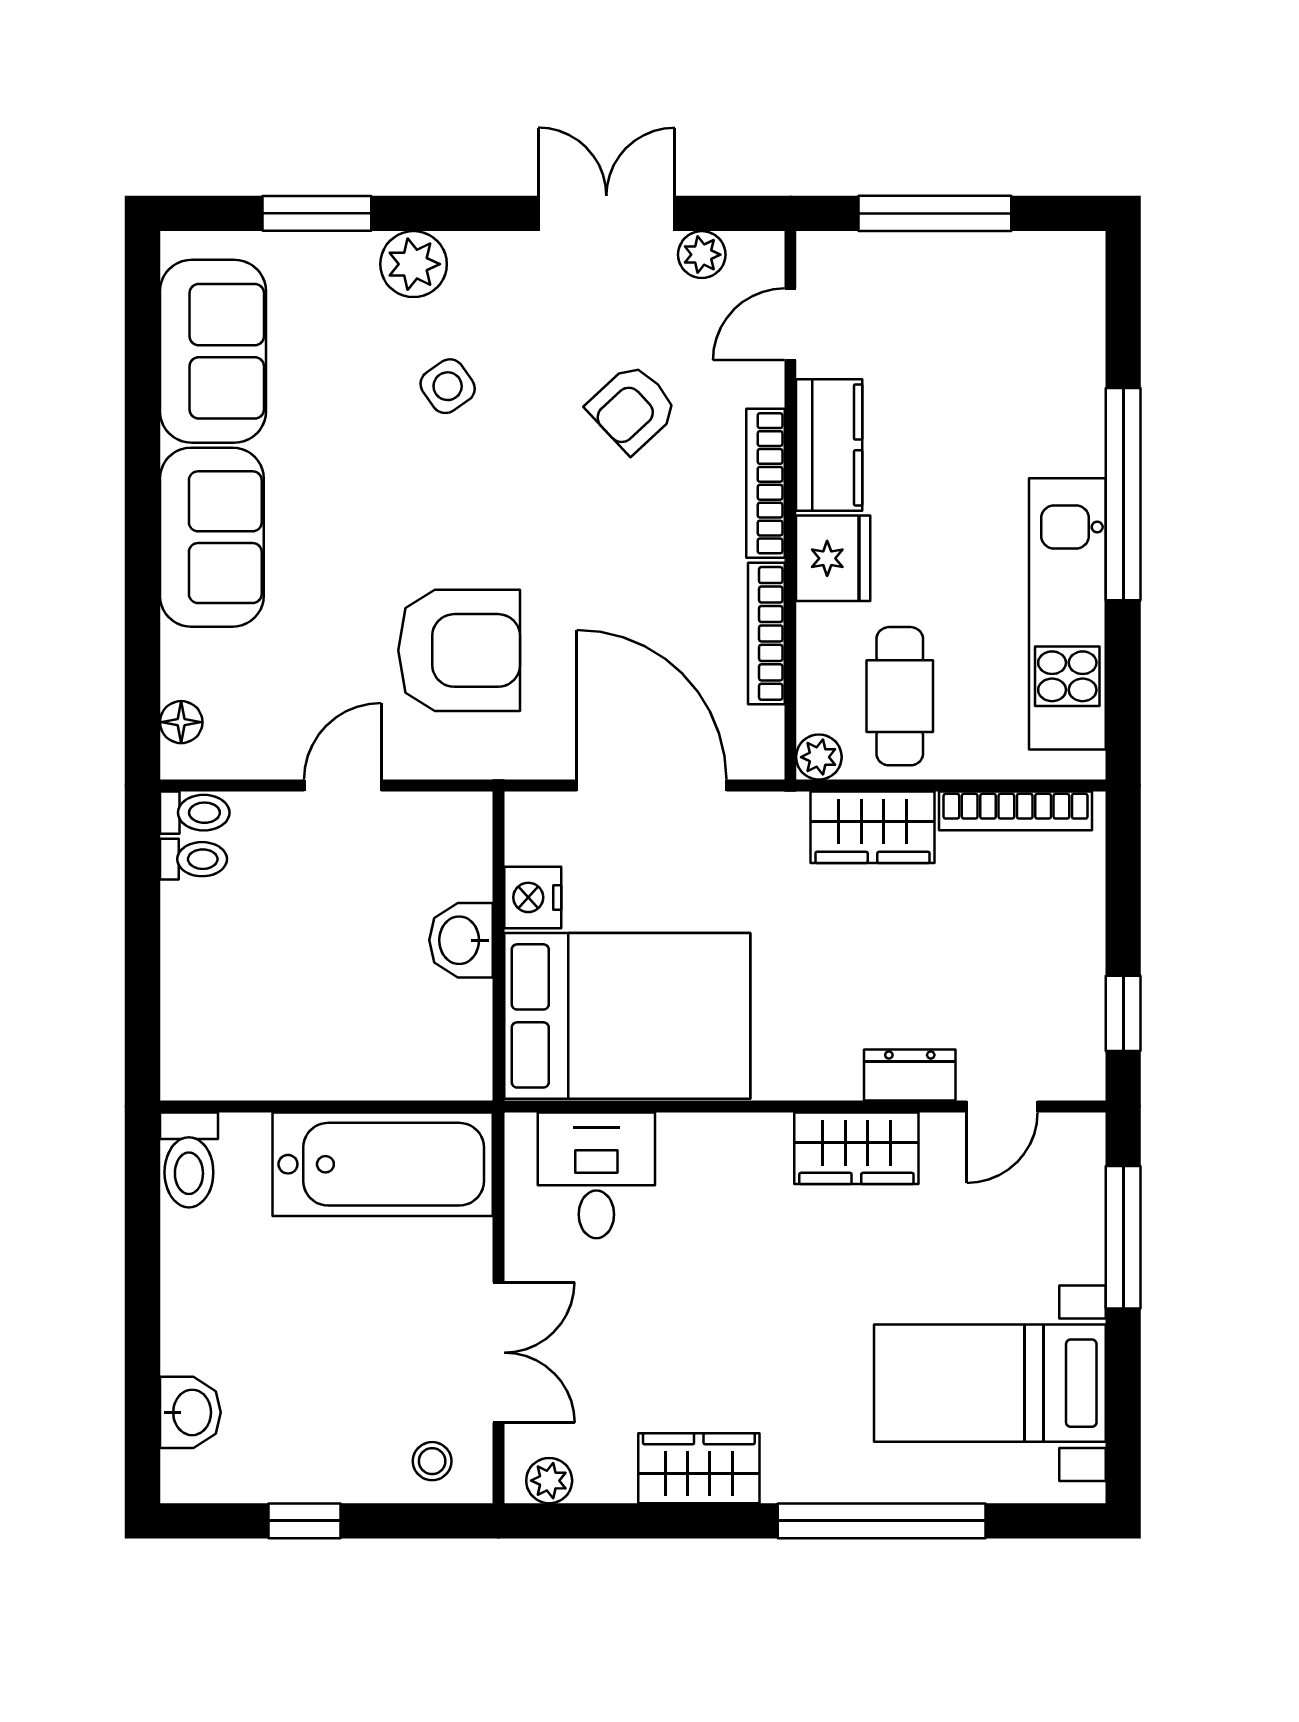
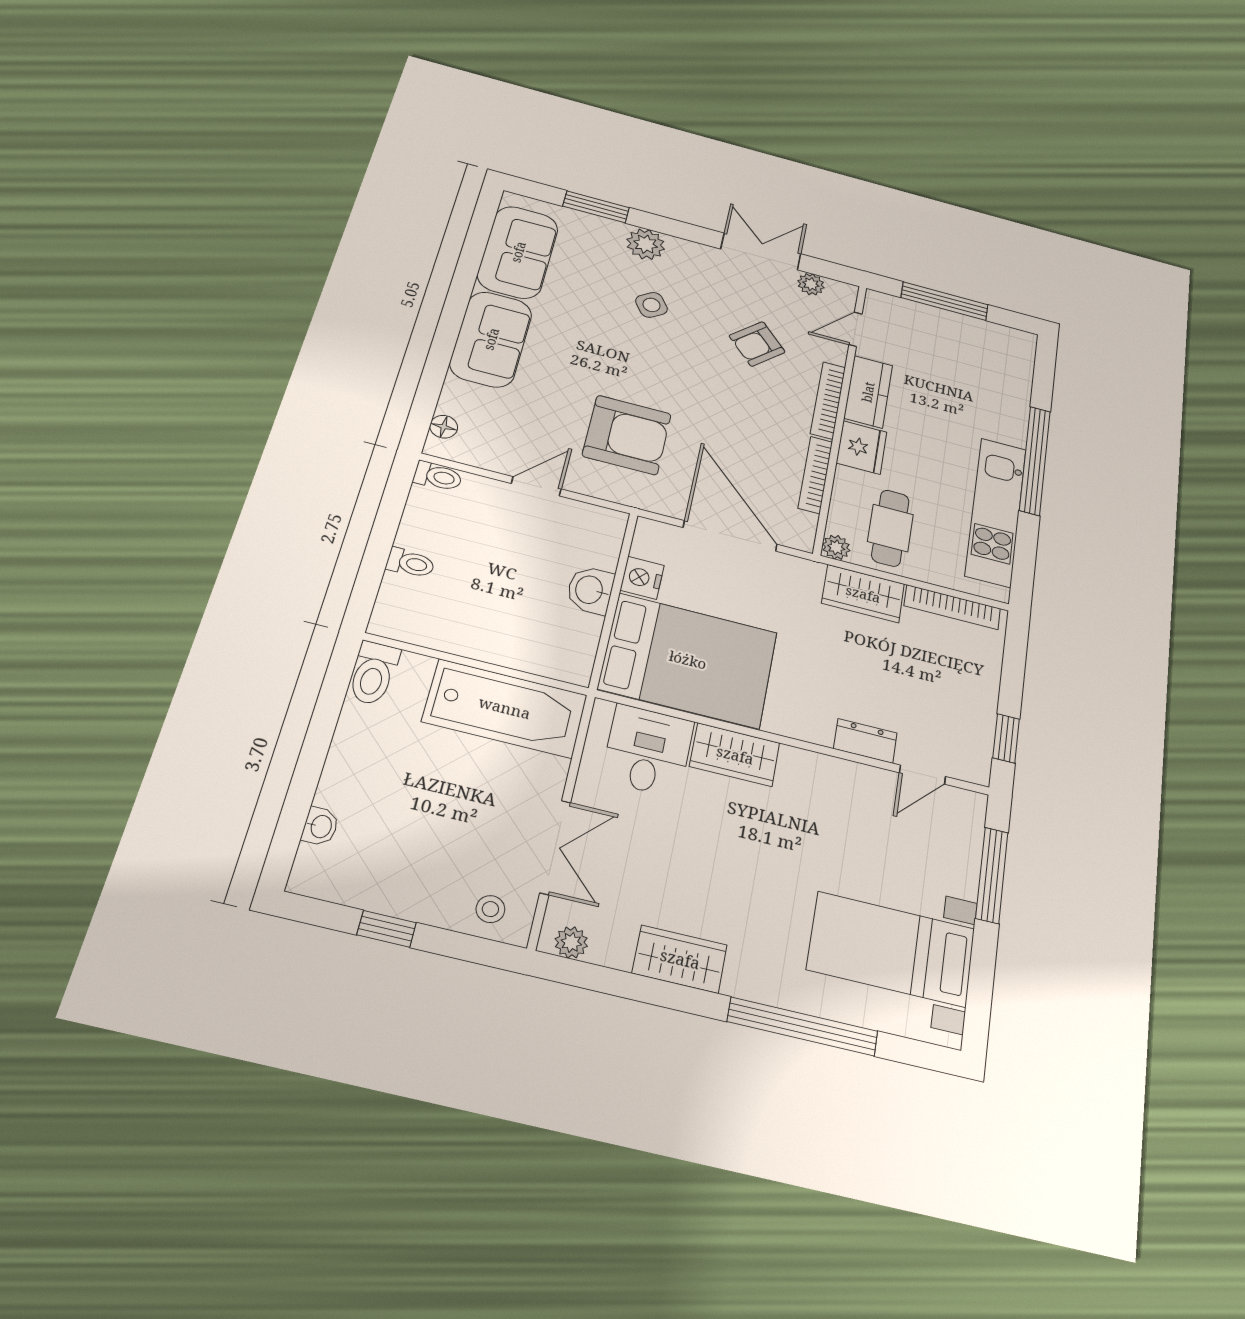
toilet: (193, 859) -> (410, 563), moved
wardrobe: (856, 1148) -> (735, 755), moved
washbasin: (190, 1412) -> (320, 826), width x0.72, depth x0.69

